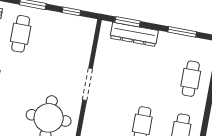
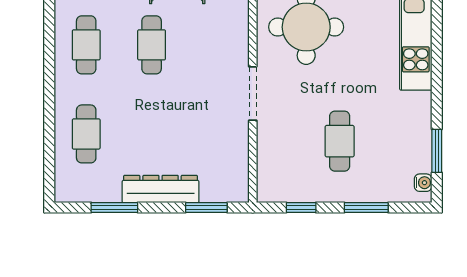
cafe table: (21, 34) -> (340, 141), moved
dresser: (134, 34) -> (161, 189), moved

